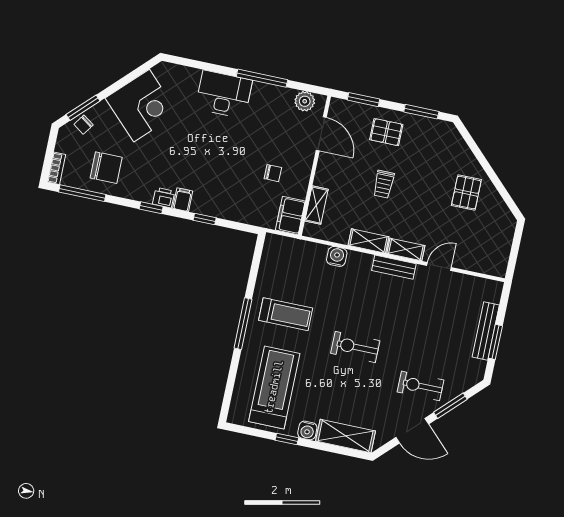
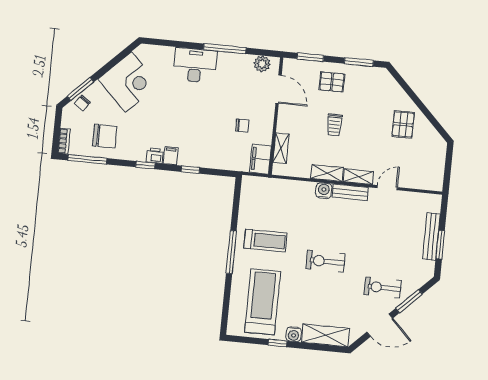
water cooler: (337, 256) -> (324, 191), moved

